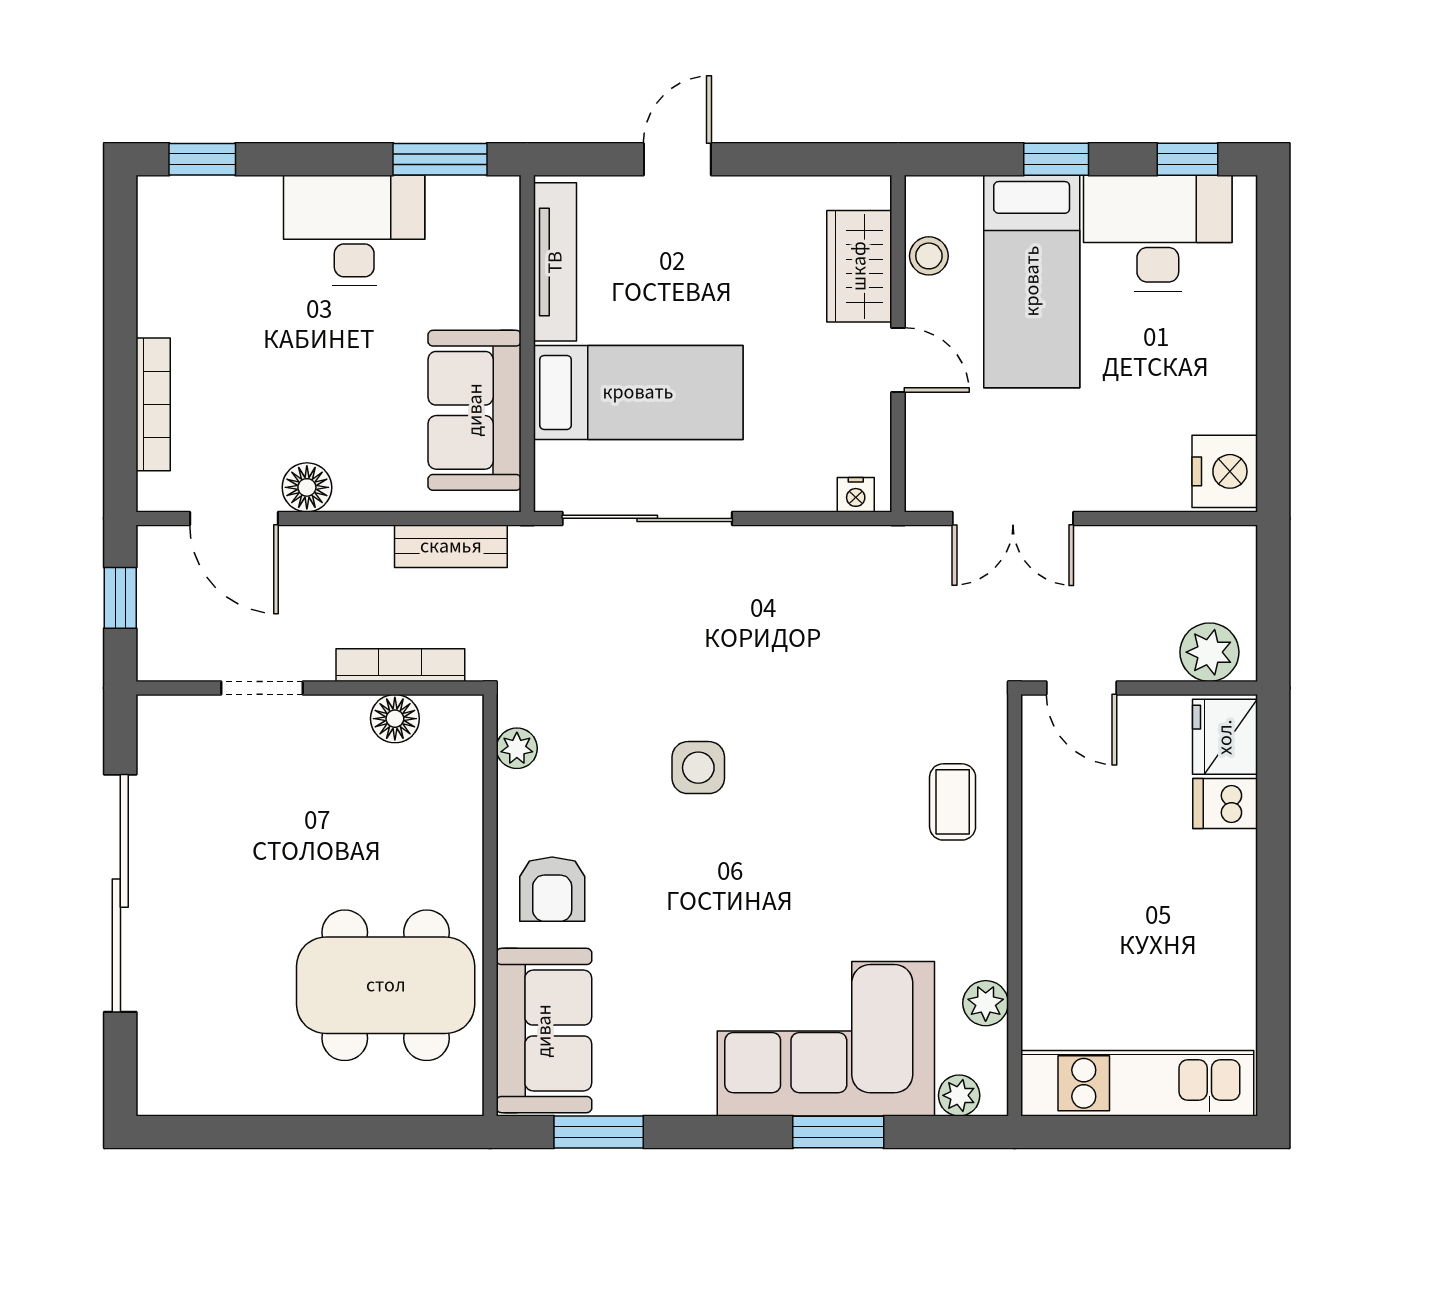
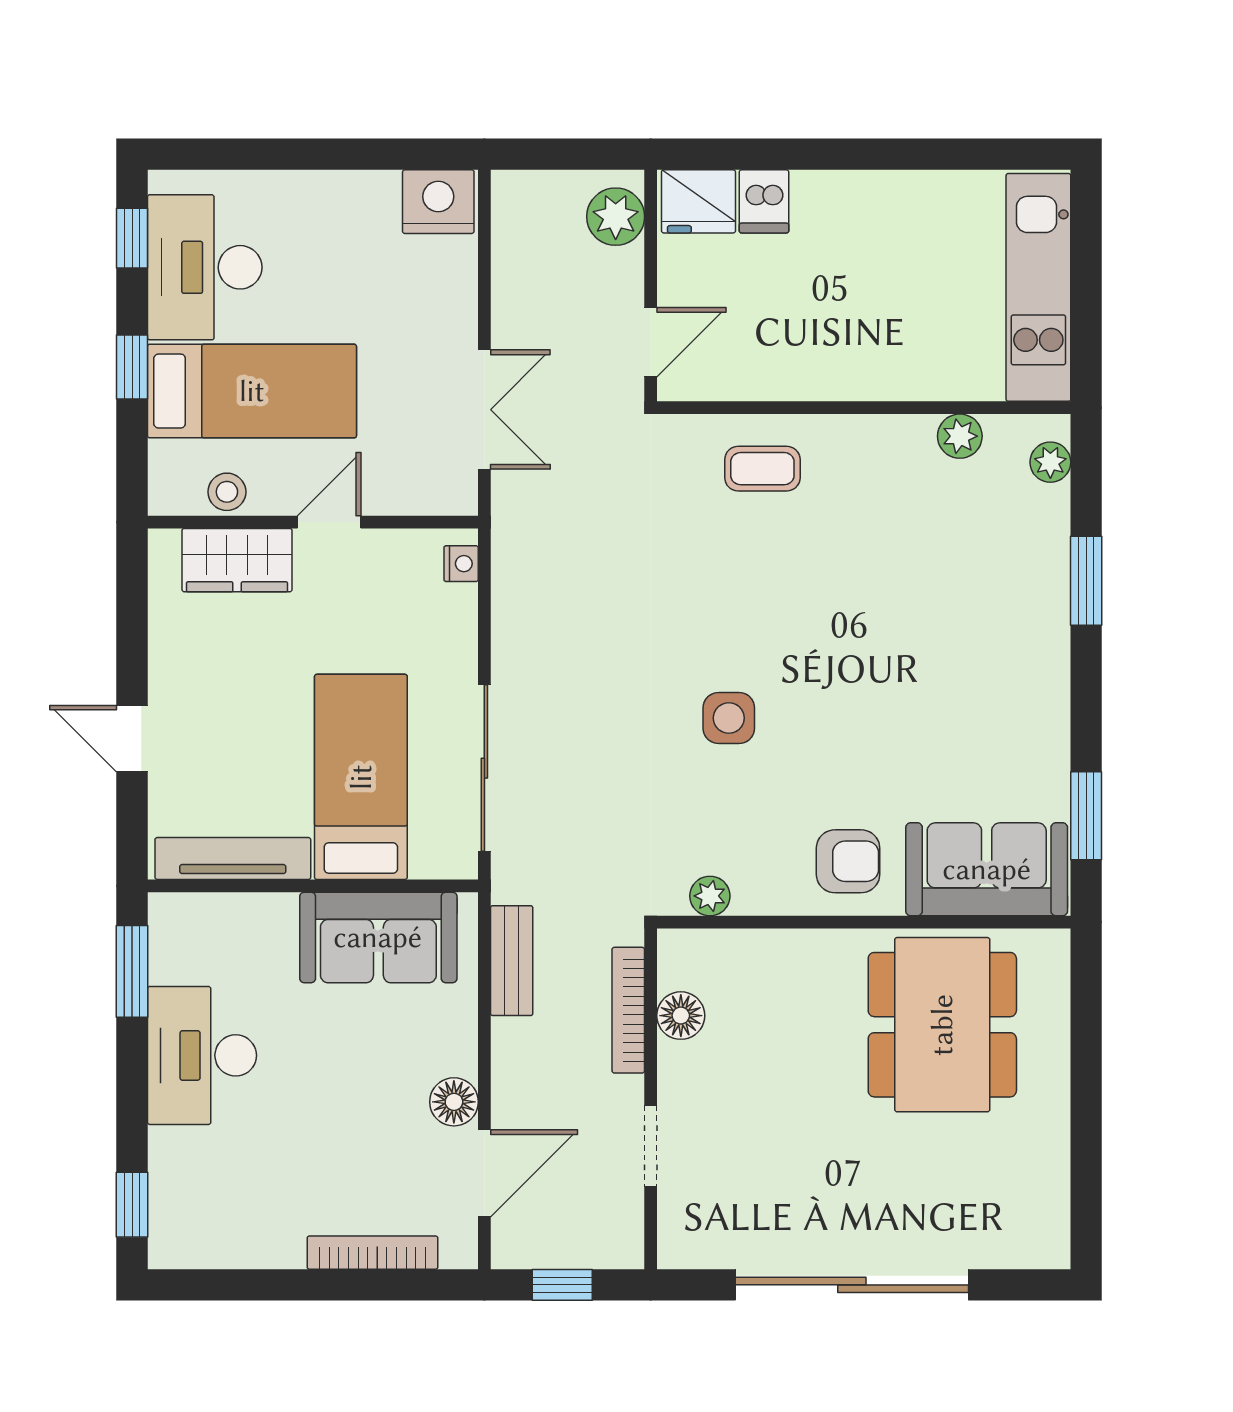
corner sofa: (826, 1039) -> (995, 593), removed

